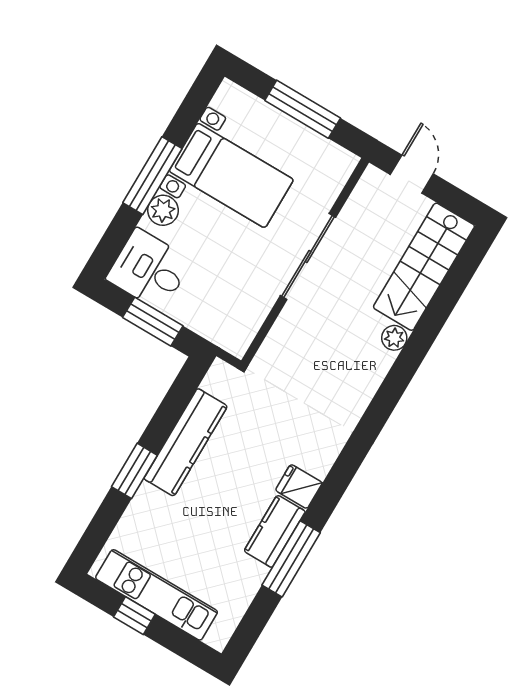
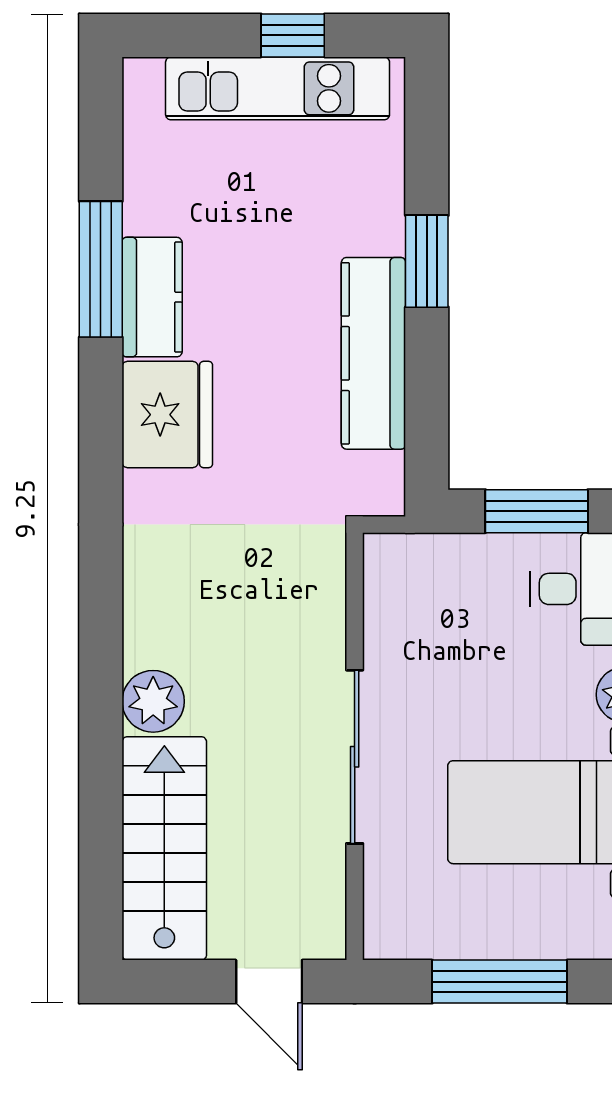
plant: (394, 338) -> (153, 701), width x1.38, depth x1.38
fridge: (299, 486) -> (167, 415), width x1.88, depth x1.34

